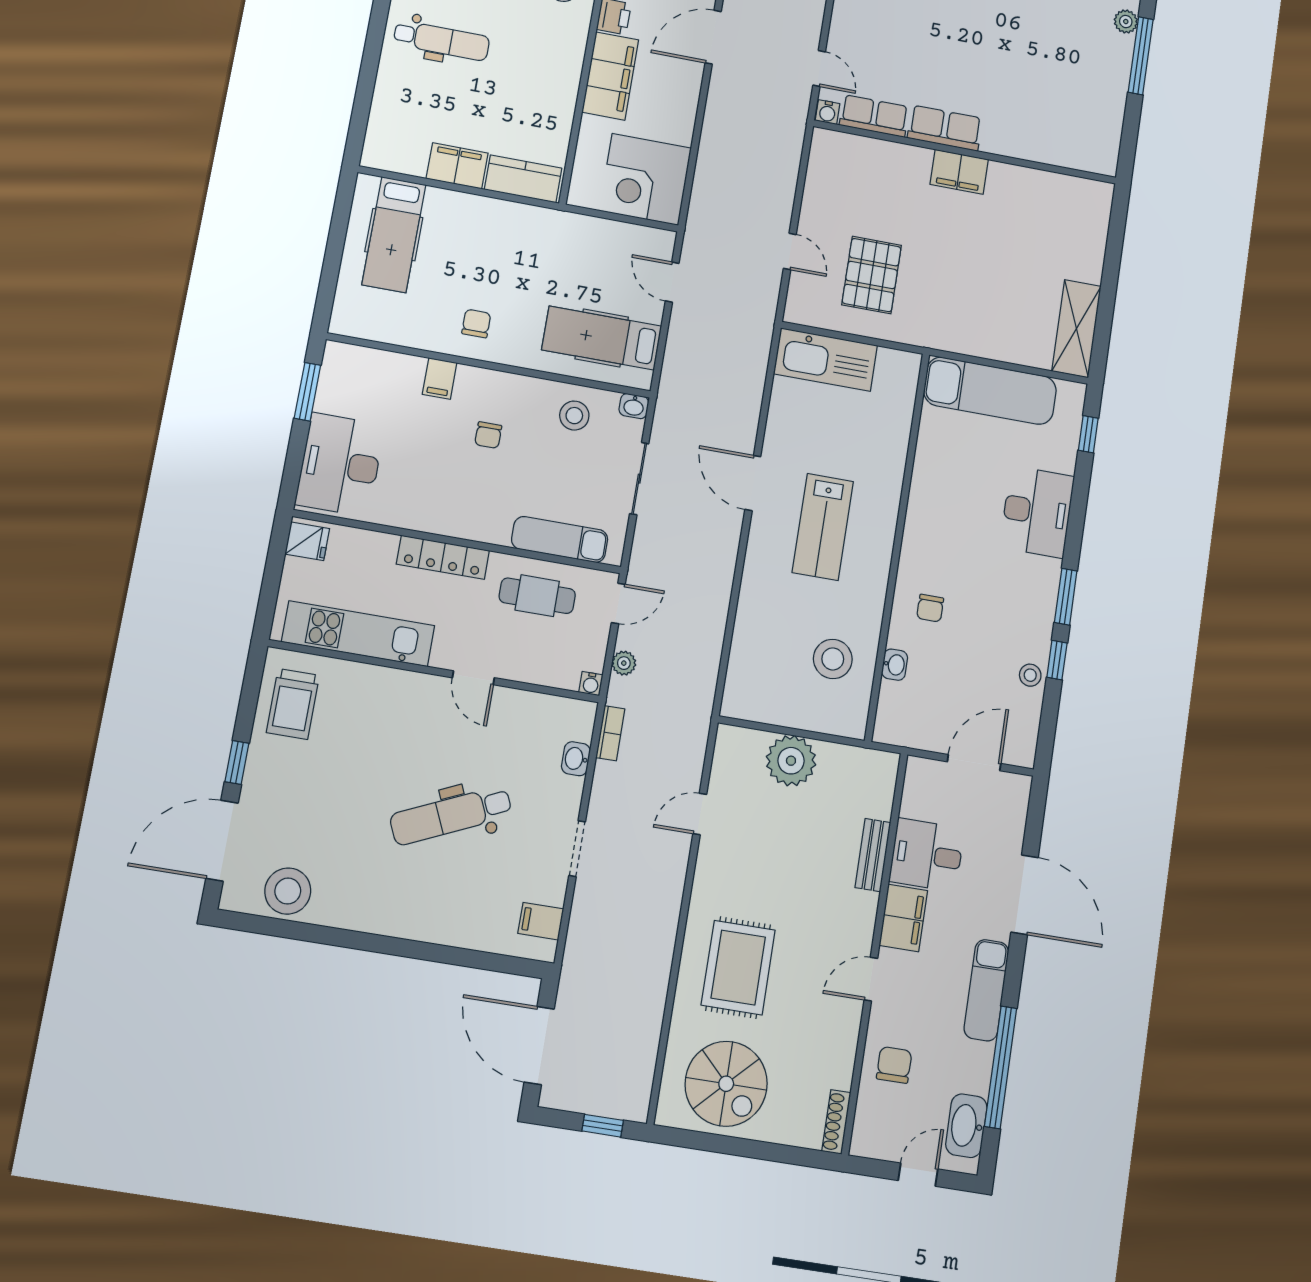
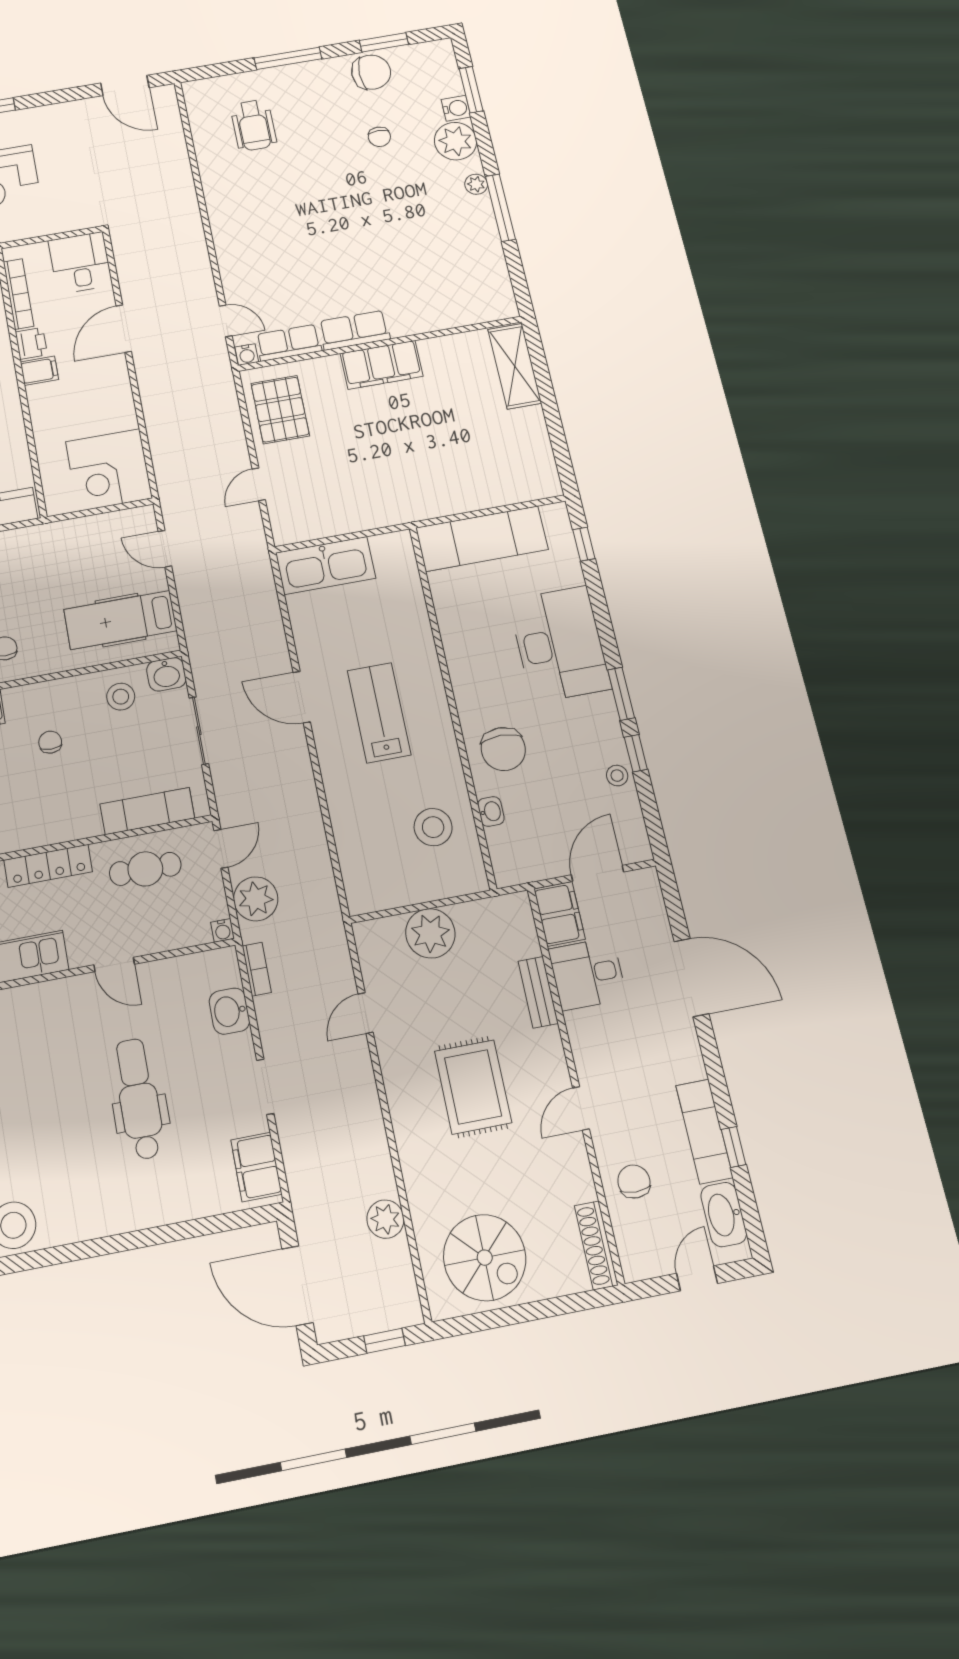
filing cabinet: (610, 76) -> (39, 371), width x0.33, depth x0.86
filing cabinet: (959, 172) -> (382, 365), width x1.50, depth x1.17
door: (790, 251) -> (259, 484), swing flipped
pallet: (872, 275) -> (280, 410), moved
shelving: (1076, 329) -> (515, 366), moved
washbasin: (634, 406) -> (166, 674), width x1.38, depth x1.45
chair: (488, 435) -> (50, 742), turned 180
desk: (1037, 512) -> (560, 644), width x1.36, depth x1.30
lab bench: (823, 527) -> (379, 713), turned 180
chair: (930, 608) -> (503, 749), width x1.87, depth x1.87
plant: (624, 663) -> (256, 899), width x1.88, depth x1.88
washbasin: (576, 759) -> (229, 1011), width x1.38, depth x1.45
dental chair: (451, 815) -> (139, 1099), turned 114
filing cabinet: (903, 918) -> (559, 914), moved
filing cabinet: (541, 921) -> (256, 1167), width x2.00
rug: (738, 968) -> (473, 1087), moved
exam couch: (986, 990) -> (704, 1131), moved
plant: (646, 1014) -> (385, 1219), added
window: (1001, 1067) -> (734, 1147), width x0.32
shoe rack: (836, 1122) -> (596, 1245), width x1.36, depth x1.24

